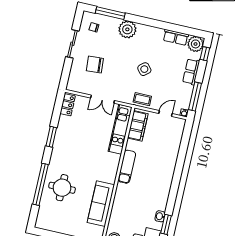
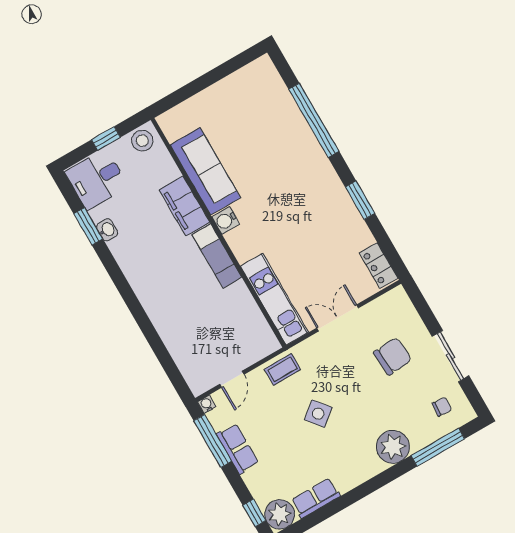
row of seats: (191, 72) -> (238, 449), moved
filing cabinet: (138, 126) -> (184, 206), moved
water cooler: (111, 177) -> (226, 220), added
round table: (62, 188) -> (280, 143), removed

